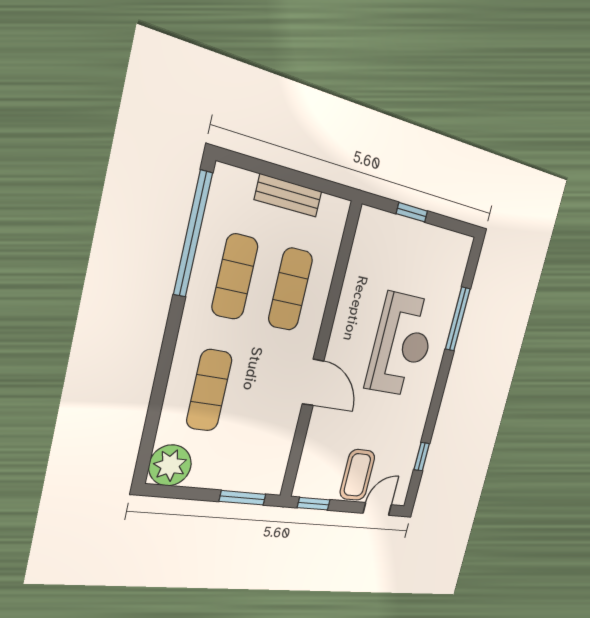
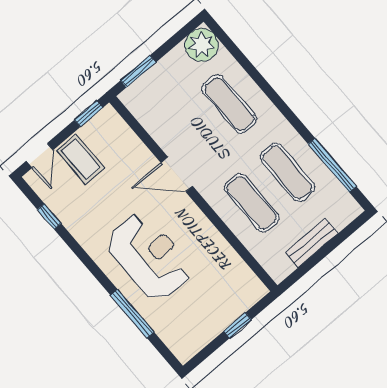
window: (193, 234) -> (332, 165), width x0.68
reception desk: (402, 345) -> (149, 257), turned 180

